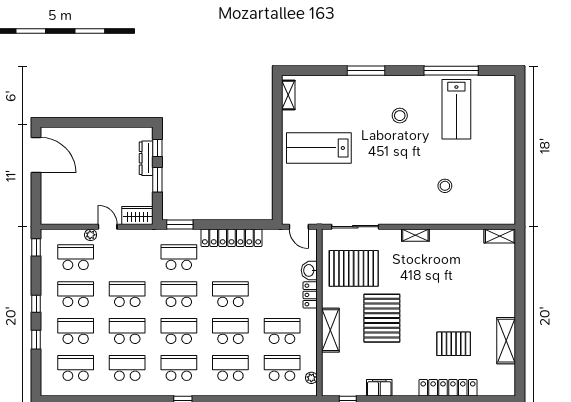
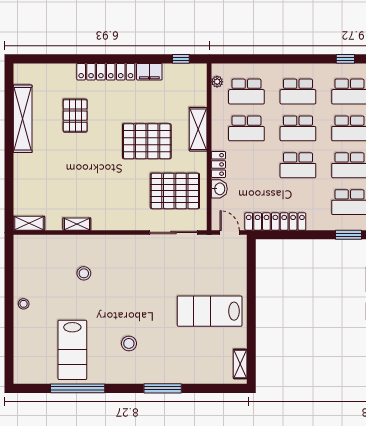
lab bench: (456, 109) -> (72, 350), turned 180
lab bench: (319, 148) -> (210, 311), turned 180
stool: (505, 155) -> (24, 304), added
shelving: (415, 235) -> (77, 224), moved
locker: (231, 238) -> (275, 221), moved
pallet: (382, 318) -> (147, 141), turned 90
shelving: (506, 341) -> (23, 119), width x1.47
pallet: (454, 344) -> (75, 116), turned 90
locker: (448, 388) -> (106, 72), moved

